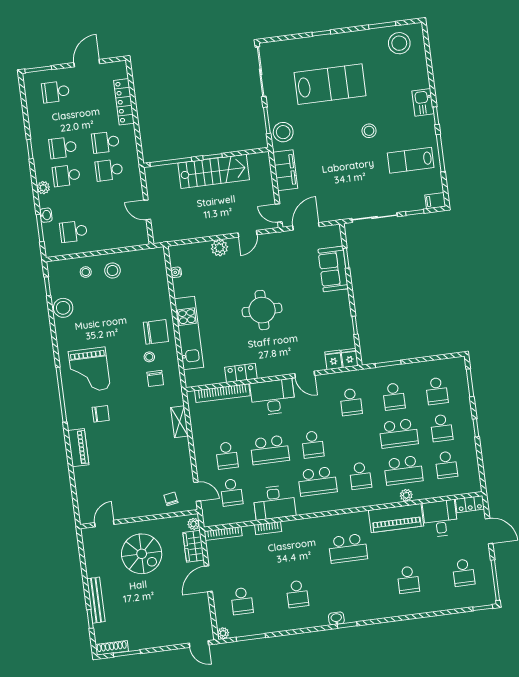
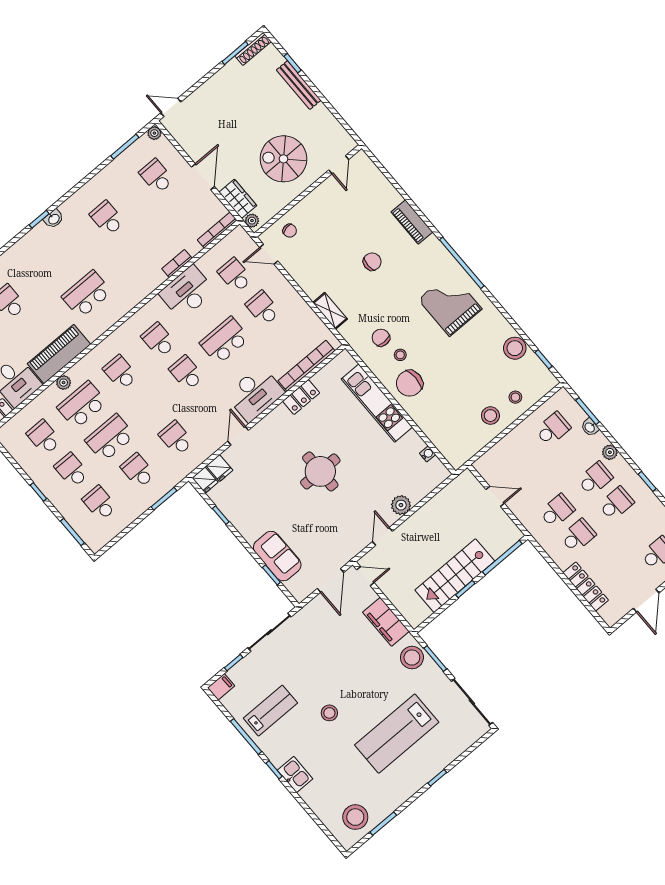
door: (305, 374) -> (238, 436), hinge flipped
chair: (101, 414) -> (372, 262), moved, turned 180
school desk: (317, 481) -> (158, 340), width x0.54

